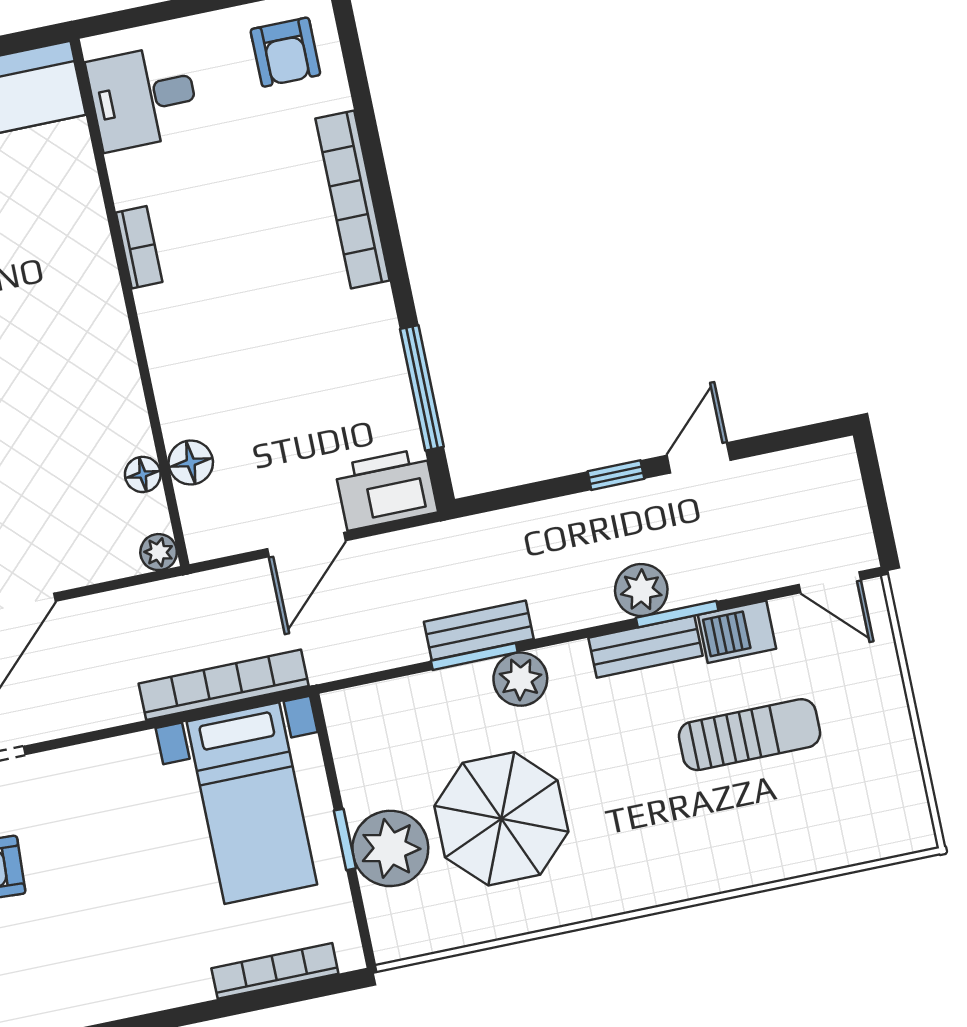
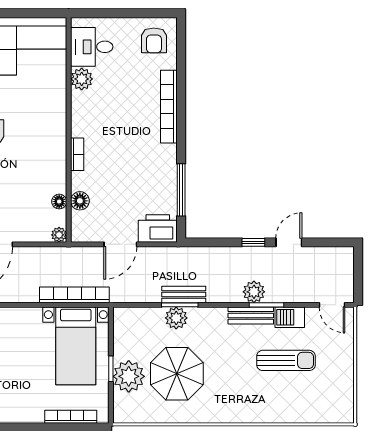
plant: (135, 177) -> (82, 79), added
bookcase: (139, 247) -> (77, 154), moved
plant: (520, 679) -> (176, 318), moved

